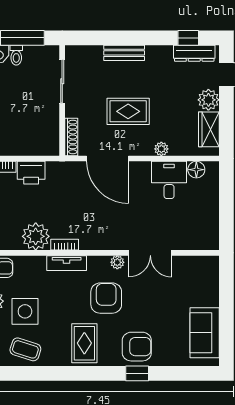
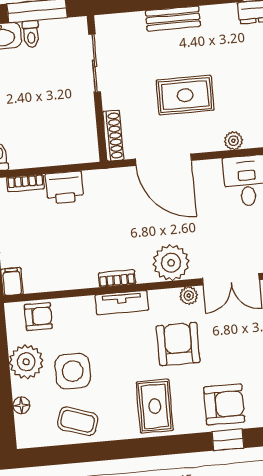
plant: (36, 236) -> (171, 263), moved

